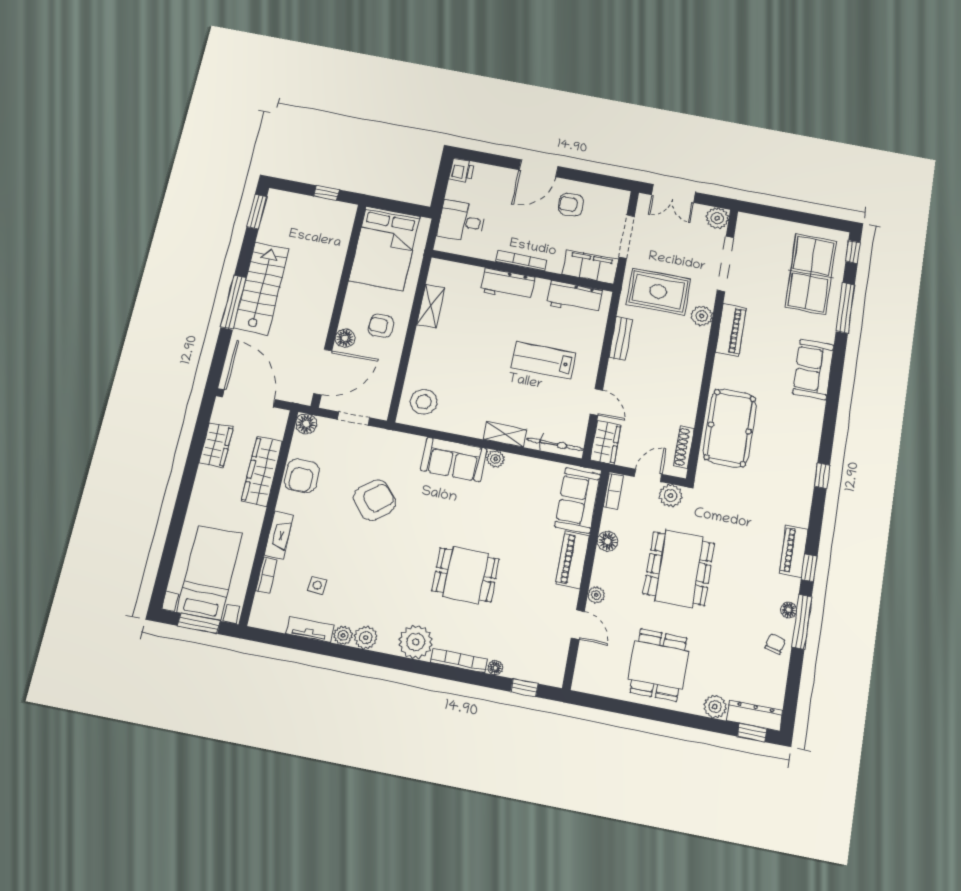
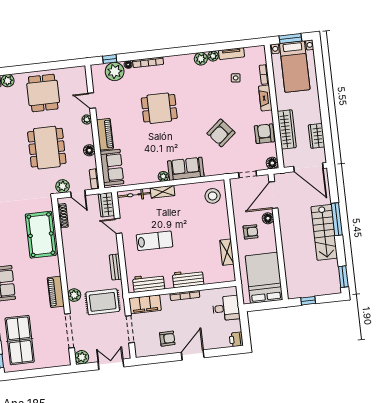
door: (648, 475) -> (78, 194), hinge flipped
plant: (416, 642) -> (115, 71), moved

